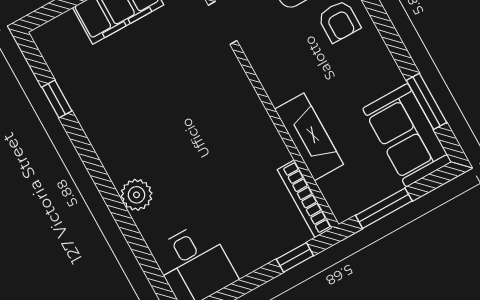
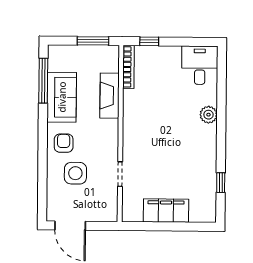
window: (427, 101) -> (43, 81), width x1.44
sofa: (407, 135) -> (62, 97), moved

